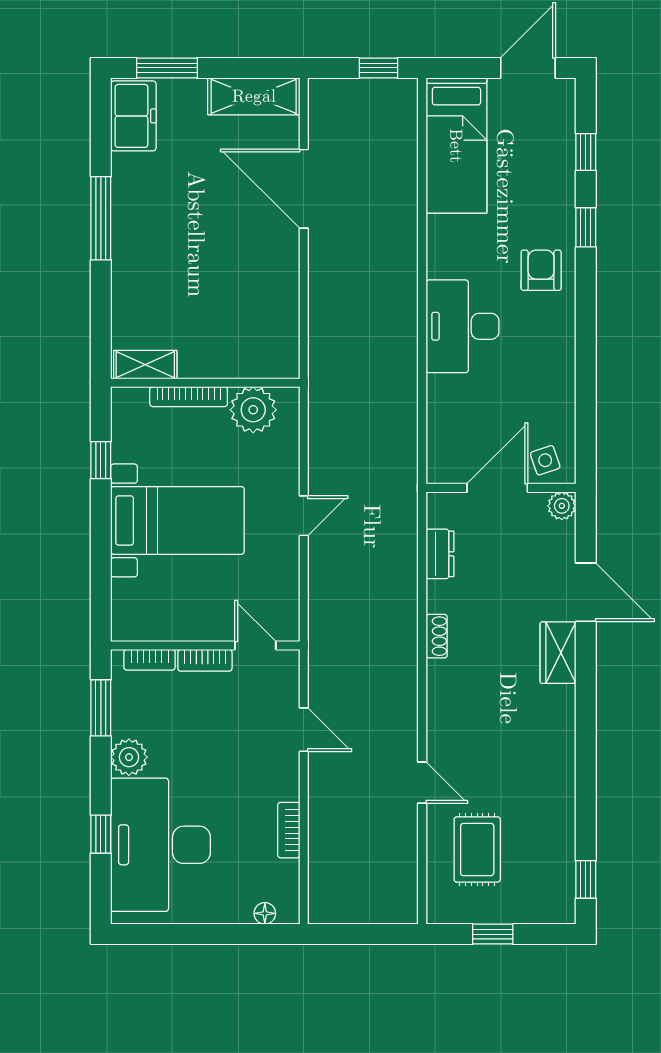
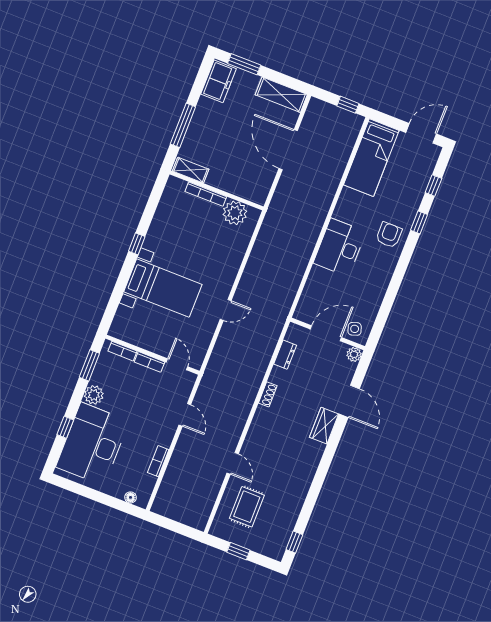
shelving: (145, 365) -> (191, 170), moved
wall: (205, 383) -> (217, 190), moved
bookcase: (189, 397) -> (206, 194), moved
plant: (253, 410) -> (235, 213), moved

